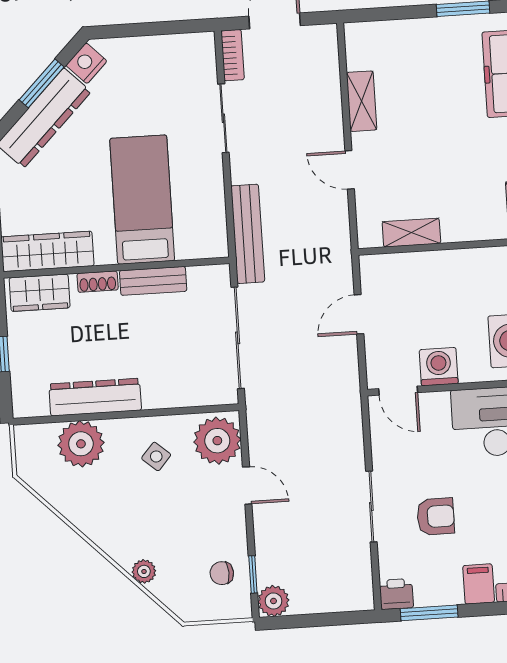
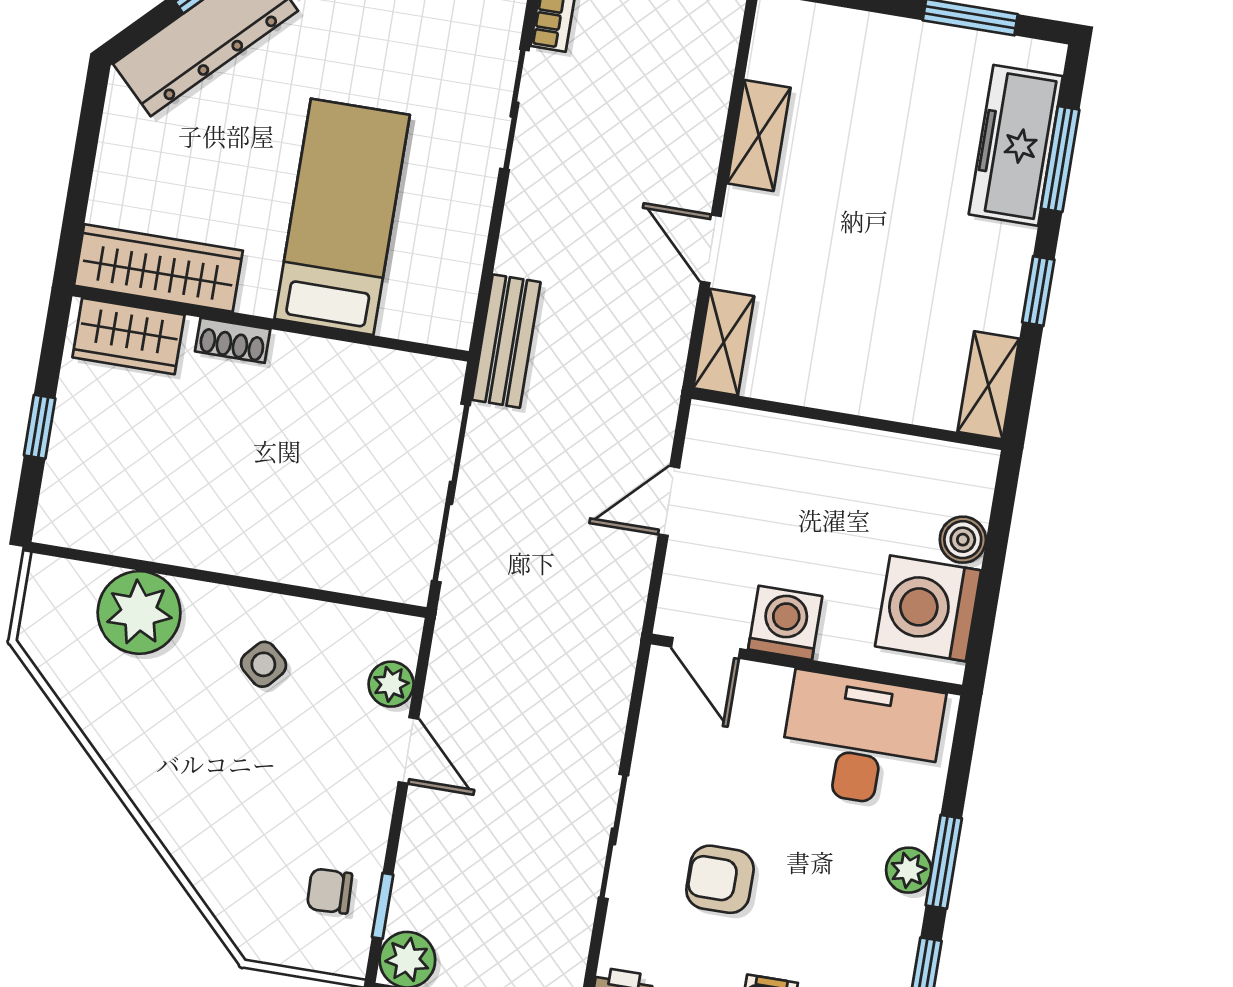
shelving: (411, 233) -> (724, 342), moved, turned 90
bench: (248, 234) -> (506, 341), width x0.73
bench: (153, 281) -> (328, 361), removed
dresser: (95, 397) -> (182, 538), removed
plant: (217, 441) -> (391, 684), width x0.53, depth x0.53
armchair: (436, 516) -> (720, 879), turned 180
plant: (144, 571) -> (196, 857), removed

